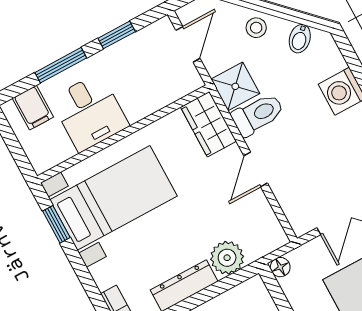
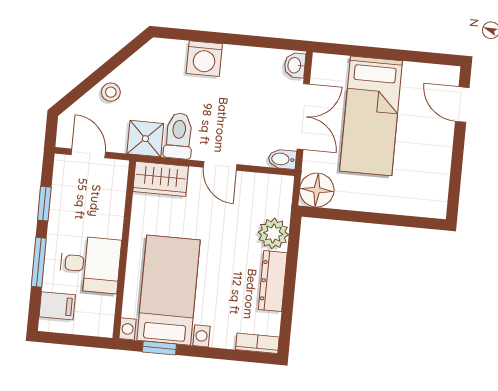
bidet: (300, 39) -> (282, 159), moved, turned 135
floor lamp: (280, 267) -> (317, 190), width x1.89, depth x1.89

